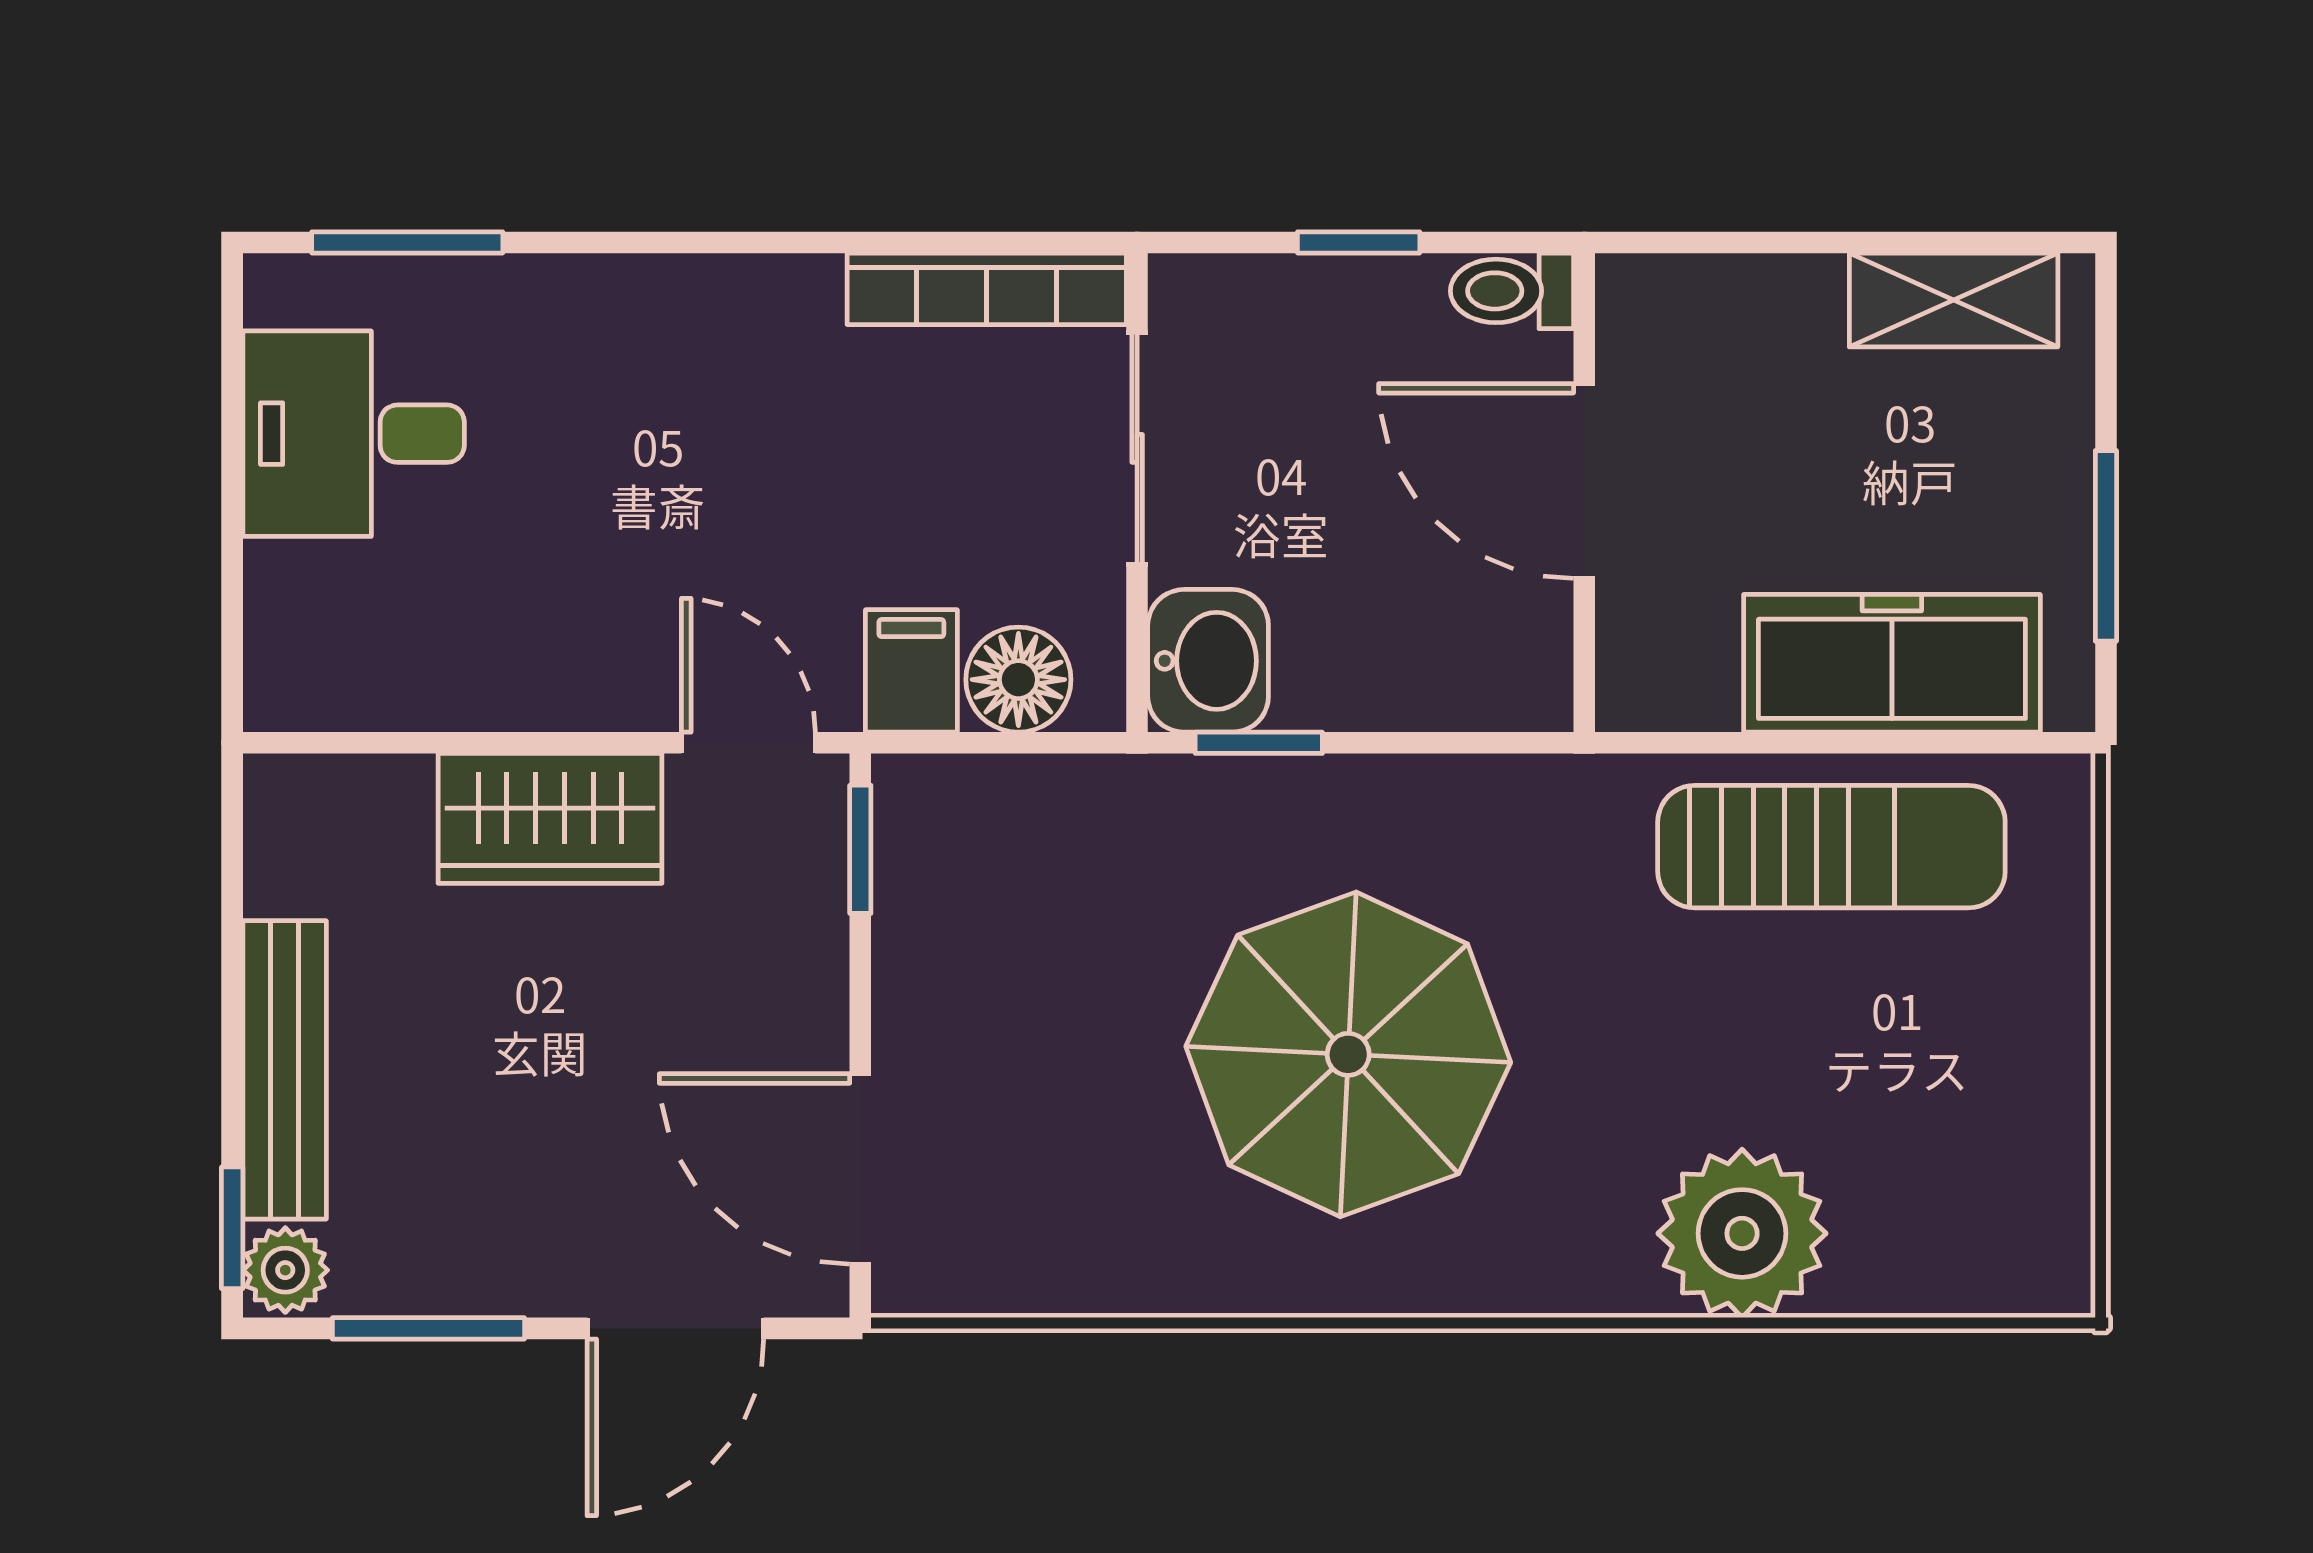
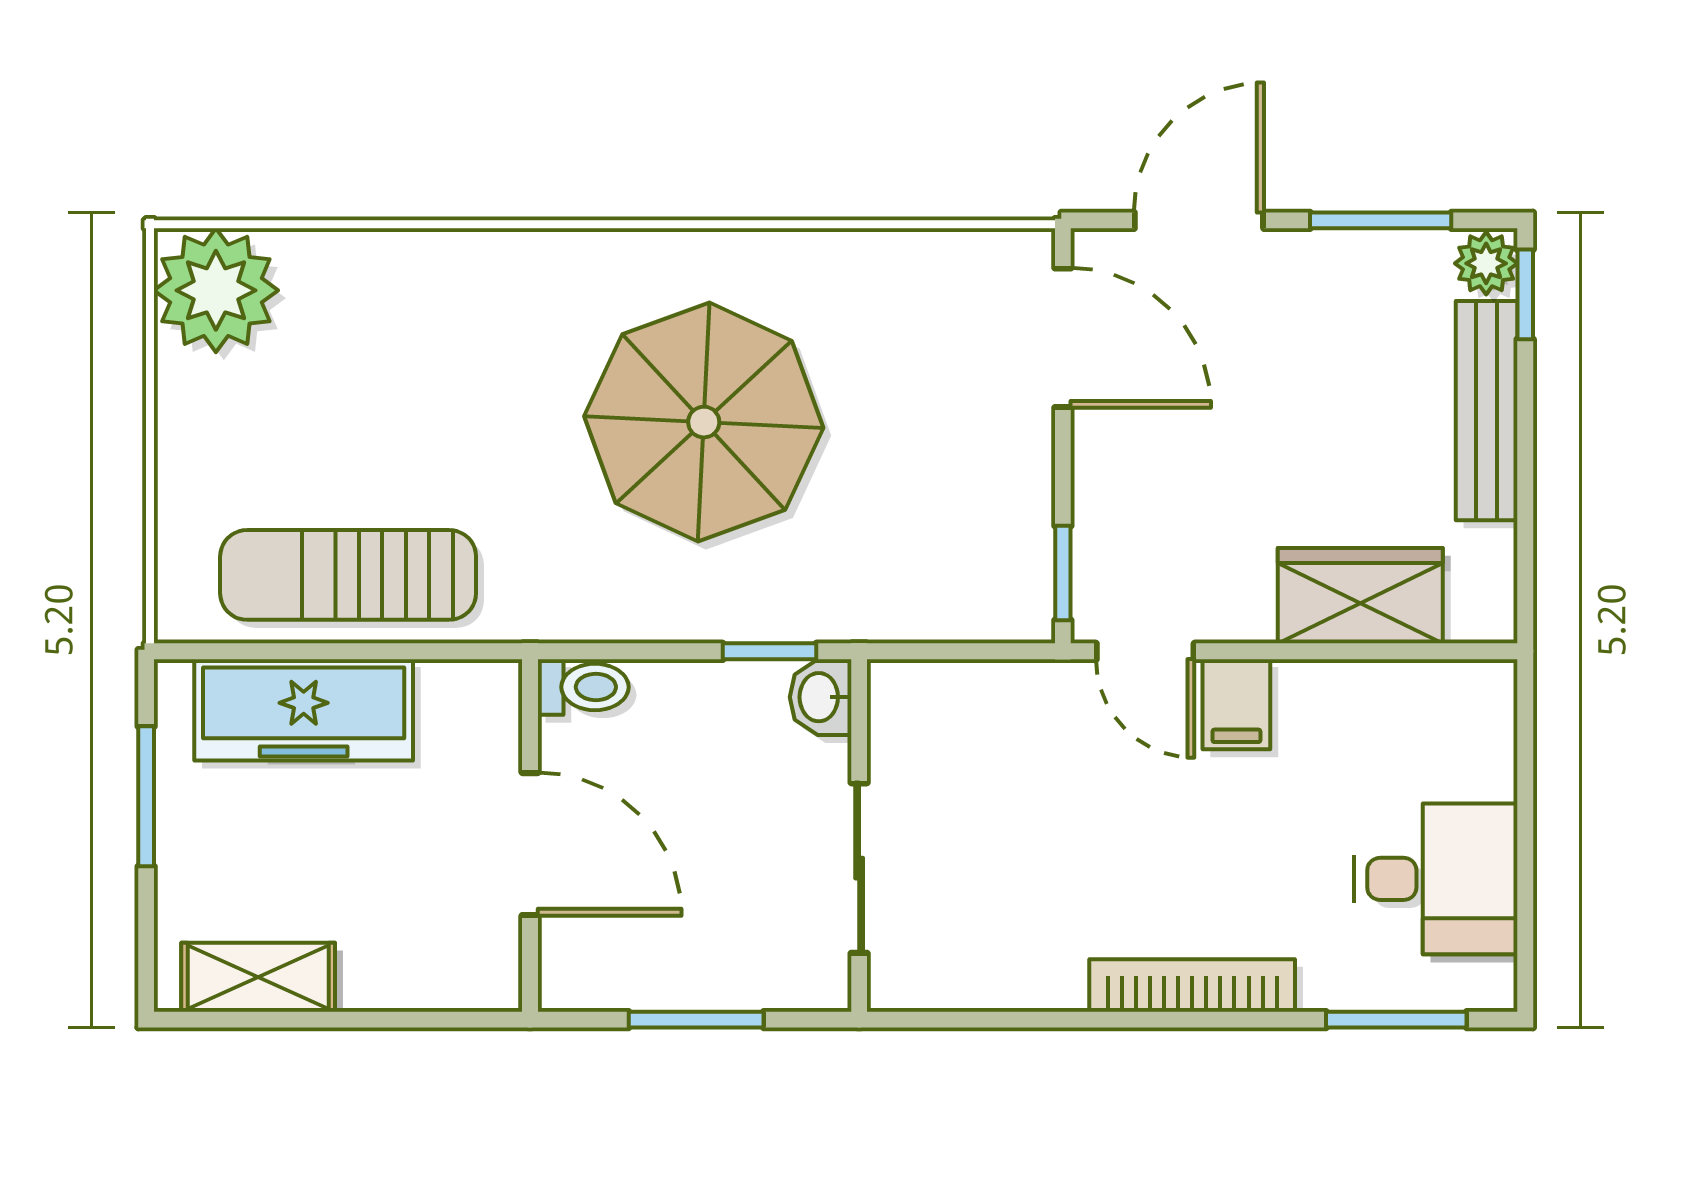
window: (1359, 242) -> (696, 1020), width x1.50
bookcase: (987, 289) -> (1192, 985), moved
toilet: (1512, 291) -> (583, 687), moved
washbasin: (1208, 661) -> (821, 697), width x0.72, depth x0.69
filing cabinet: (911, 671) -> (1236, 704), moved
floor lamp: (1018, 680) -> (946, 698), removed
wardrobe: (550, 818) -> (1360, 596), moved
plant: (1742, 1233) -> (216, 290), moved

